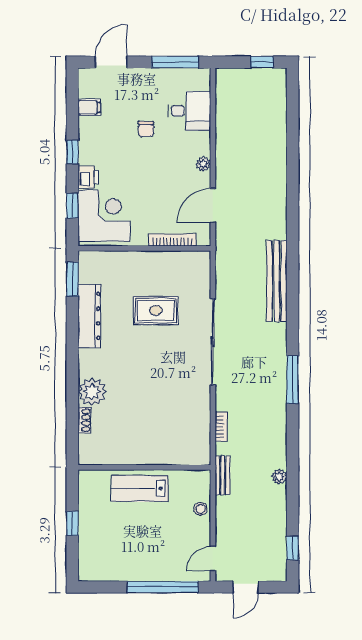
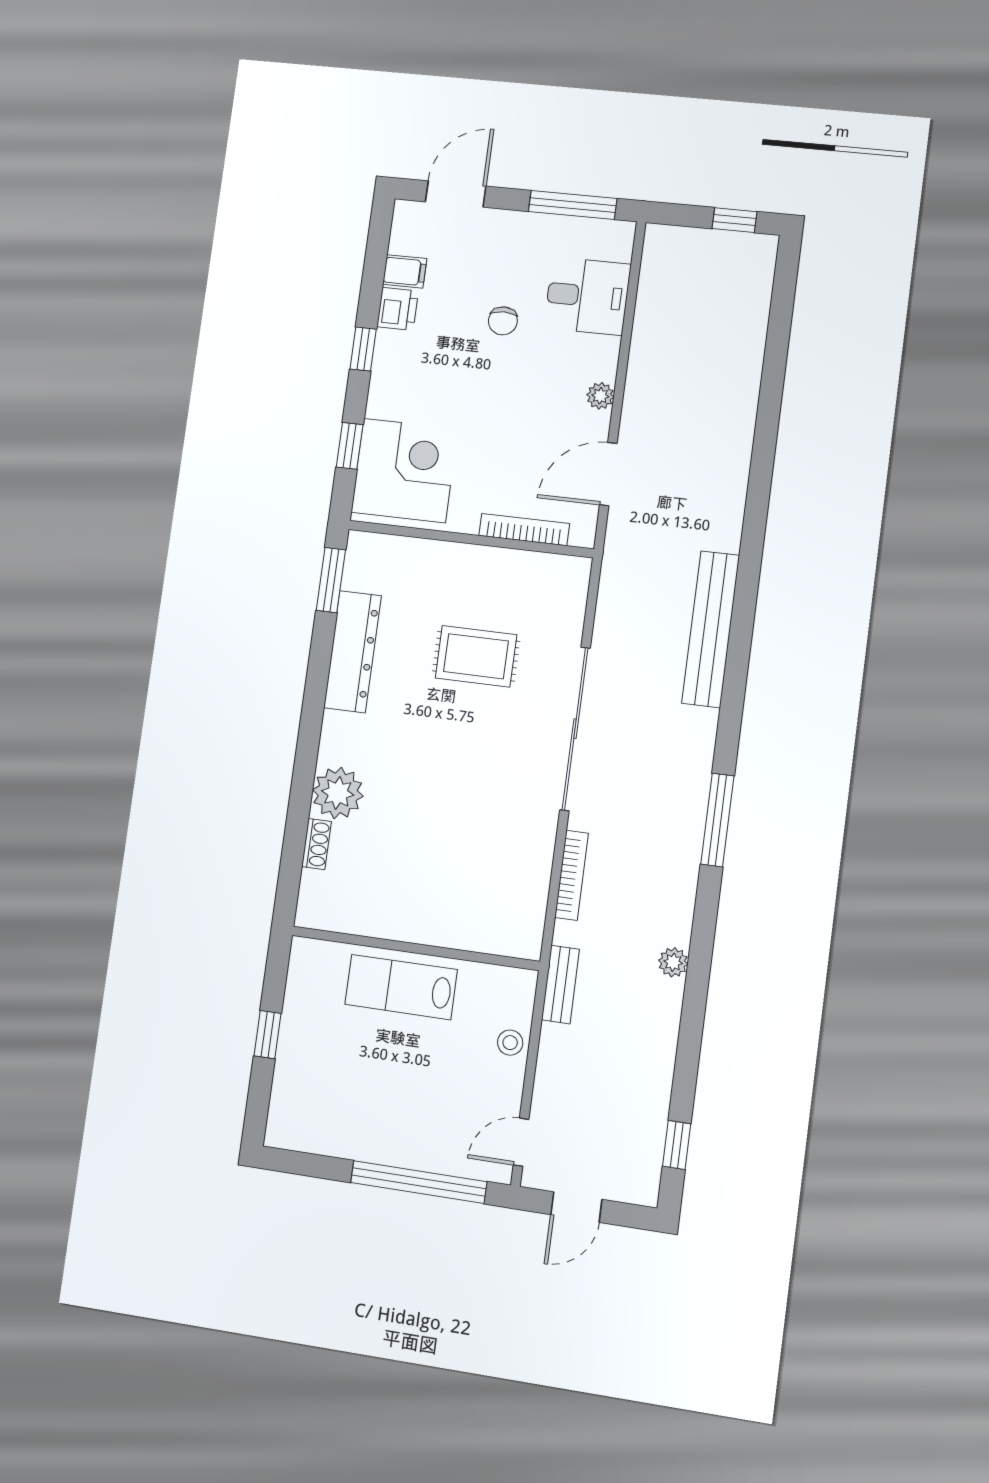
printer: (88, 177) -> (398, 309), moved
bookcase: (221, 427) -> (572, 875), width x1.56
plant: (279, 476) -> (673, 962), moved

